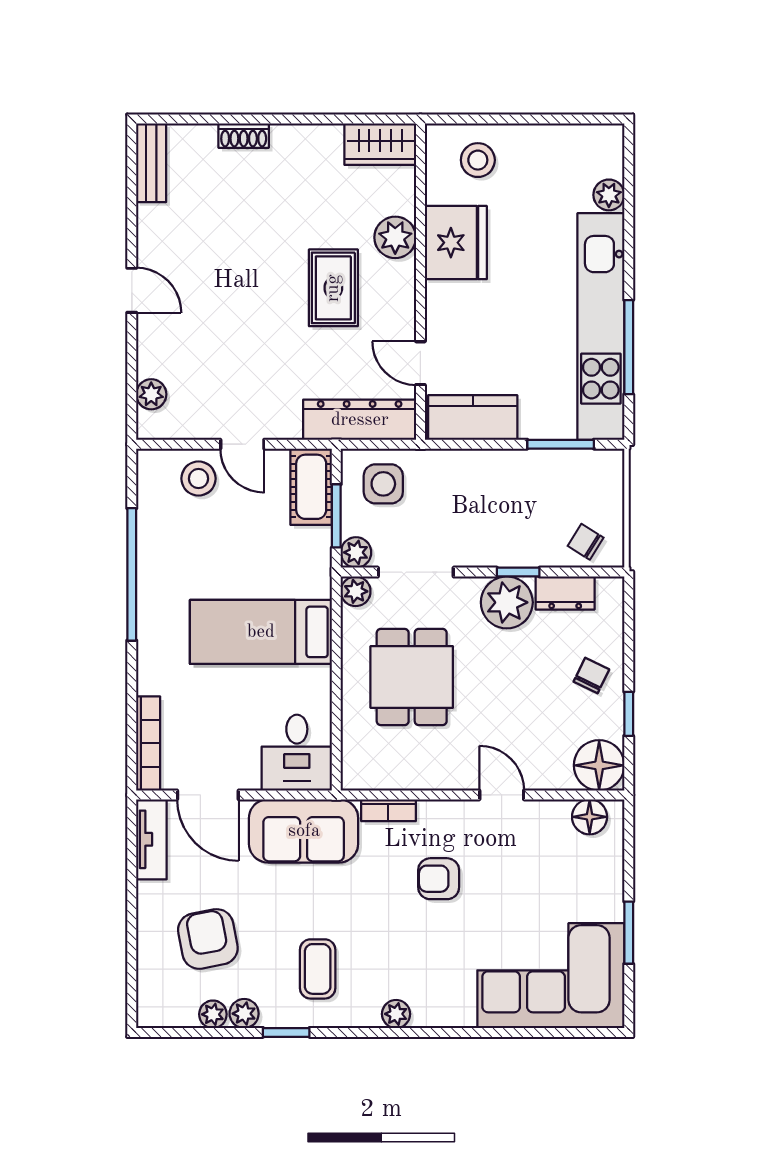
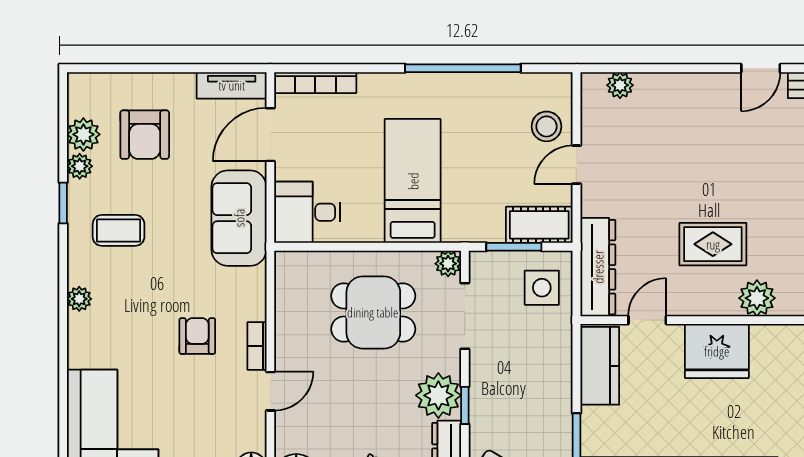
fridge: (456, 243) -> (717, 351), moved
door: (132, 290) -> (761, 68), moved
plant: (356, 552) -> (482, 264), removed
bookcase: (388, 810) -> (257, 346), moved
armchair: (208, 939) -> (145, 135), turned 101
plant: (213, 1014) -> (83, 134), width x1.38, depth x1.38

